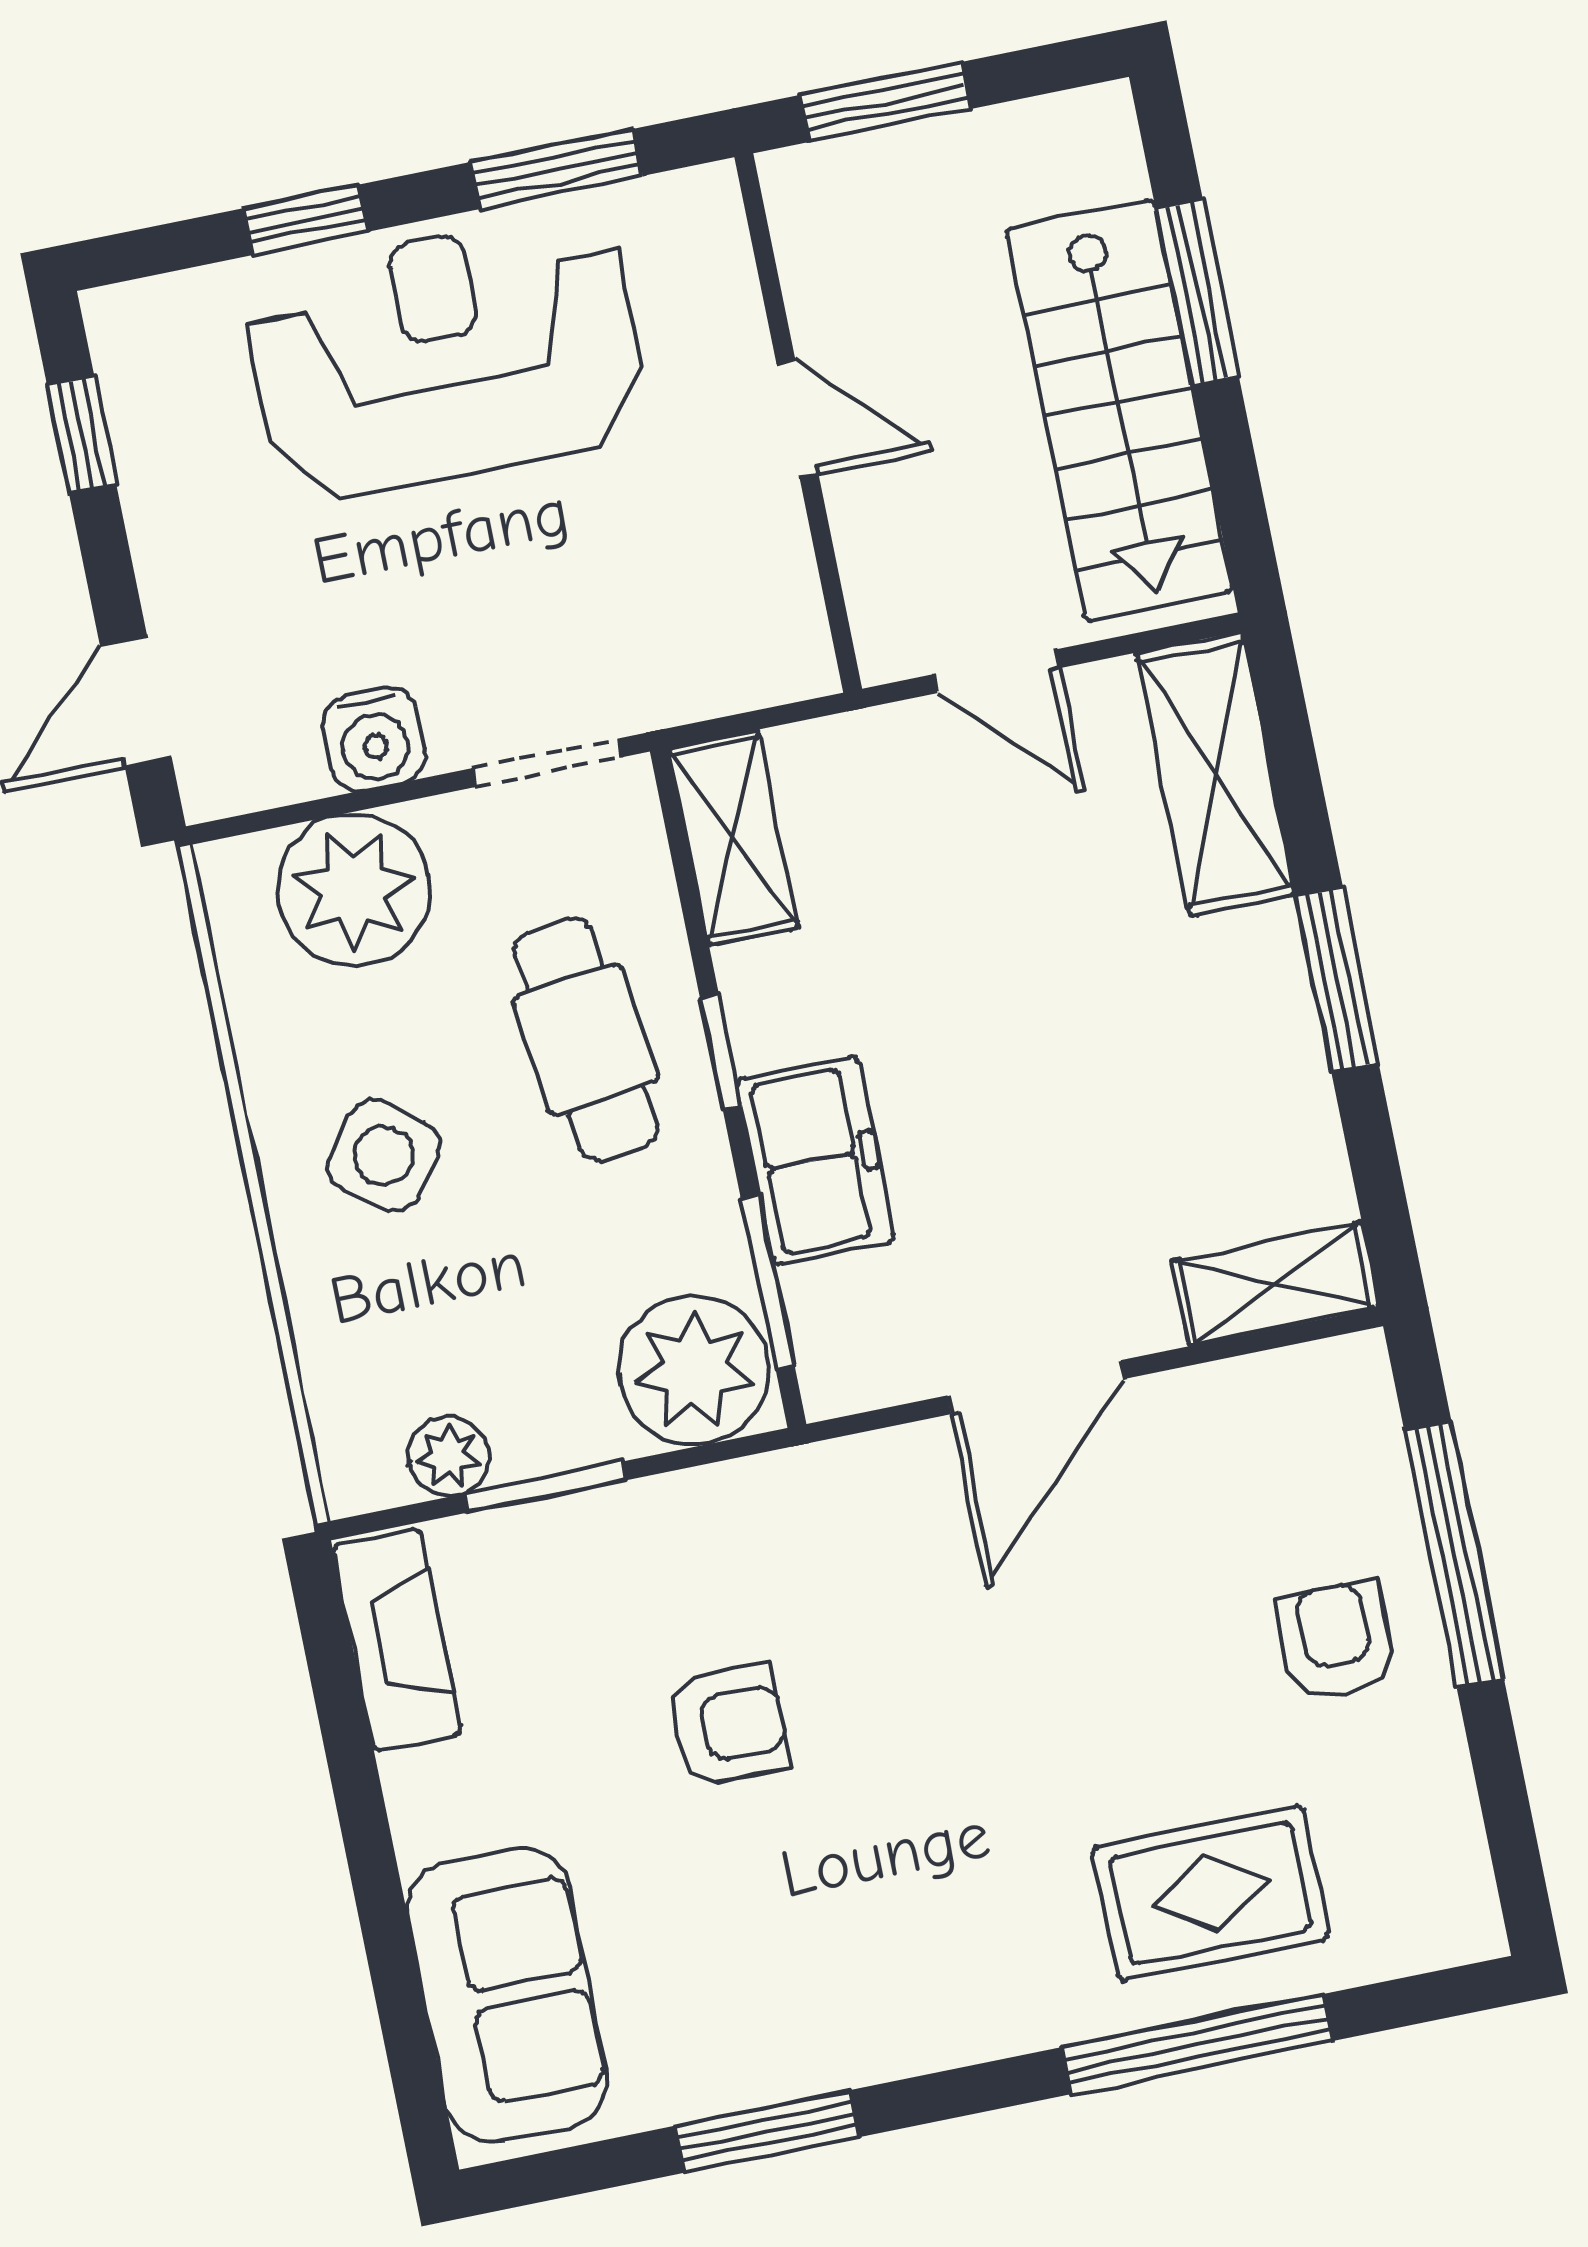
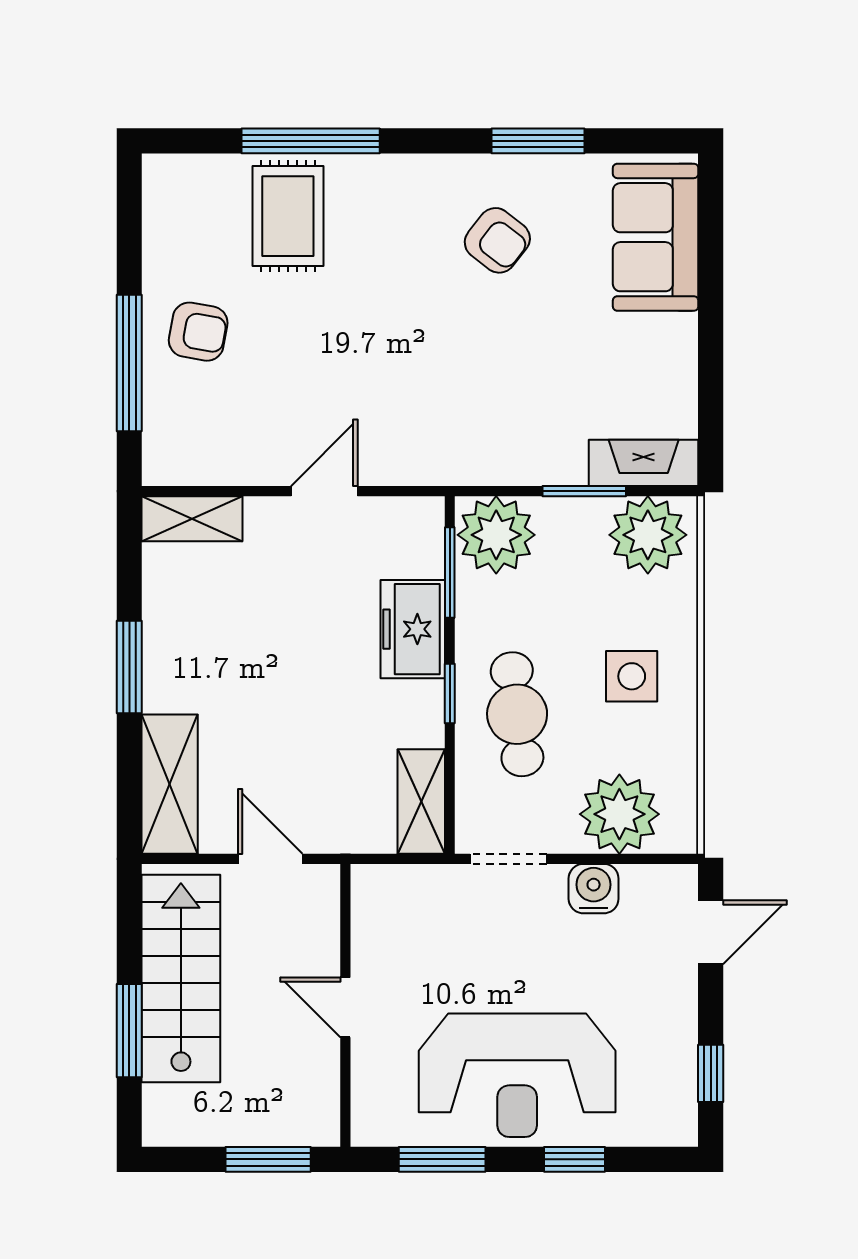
side table: (384, 1155) -> (632, 676), turned -38
door: (1036, 1387) -> (324, 491), width x0.73
plant: (449, 1456) -> (648, 535), width x1.88, depth x1.88
fireplace: (397, 1640) -> (644, 463), moved, turned 90
armchair: (1336, 1640) -> (198, 332), turned -80
armchair: (728, 1726) -> (497, 240), moved, turned -142
rug: (1211, 1893) -> (288, 216), turned 90

